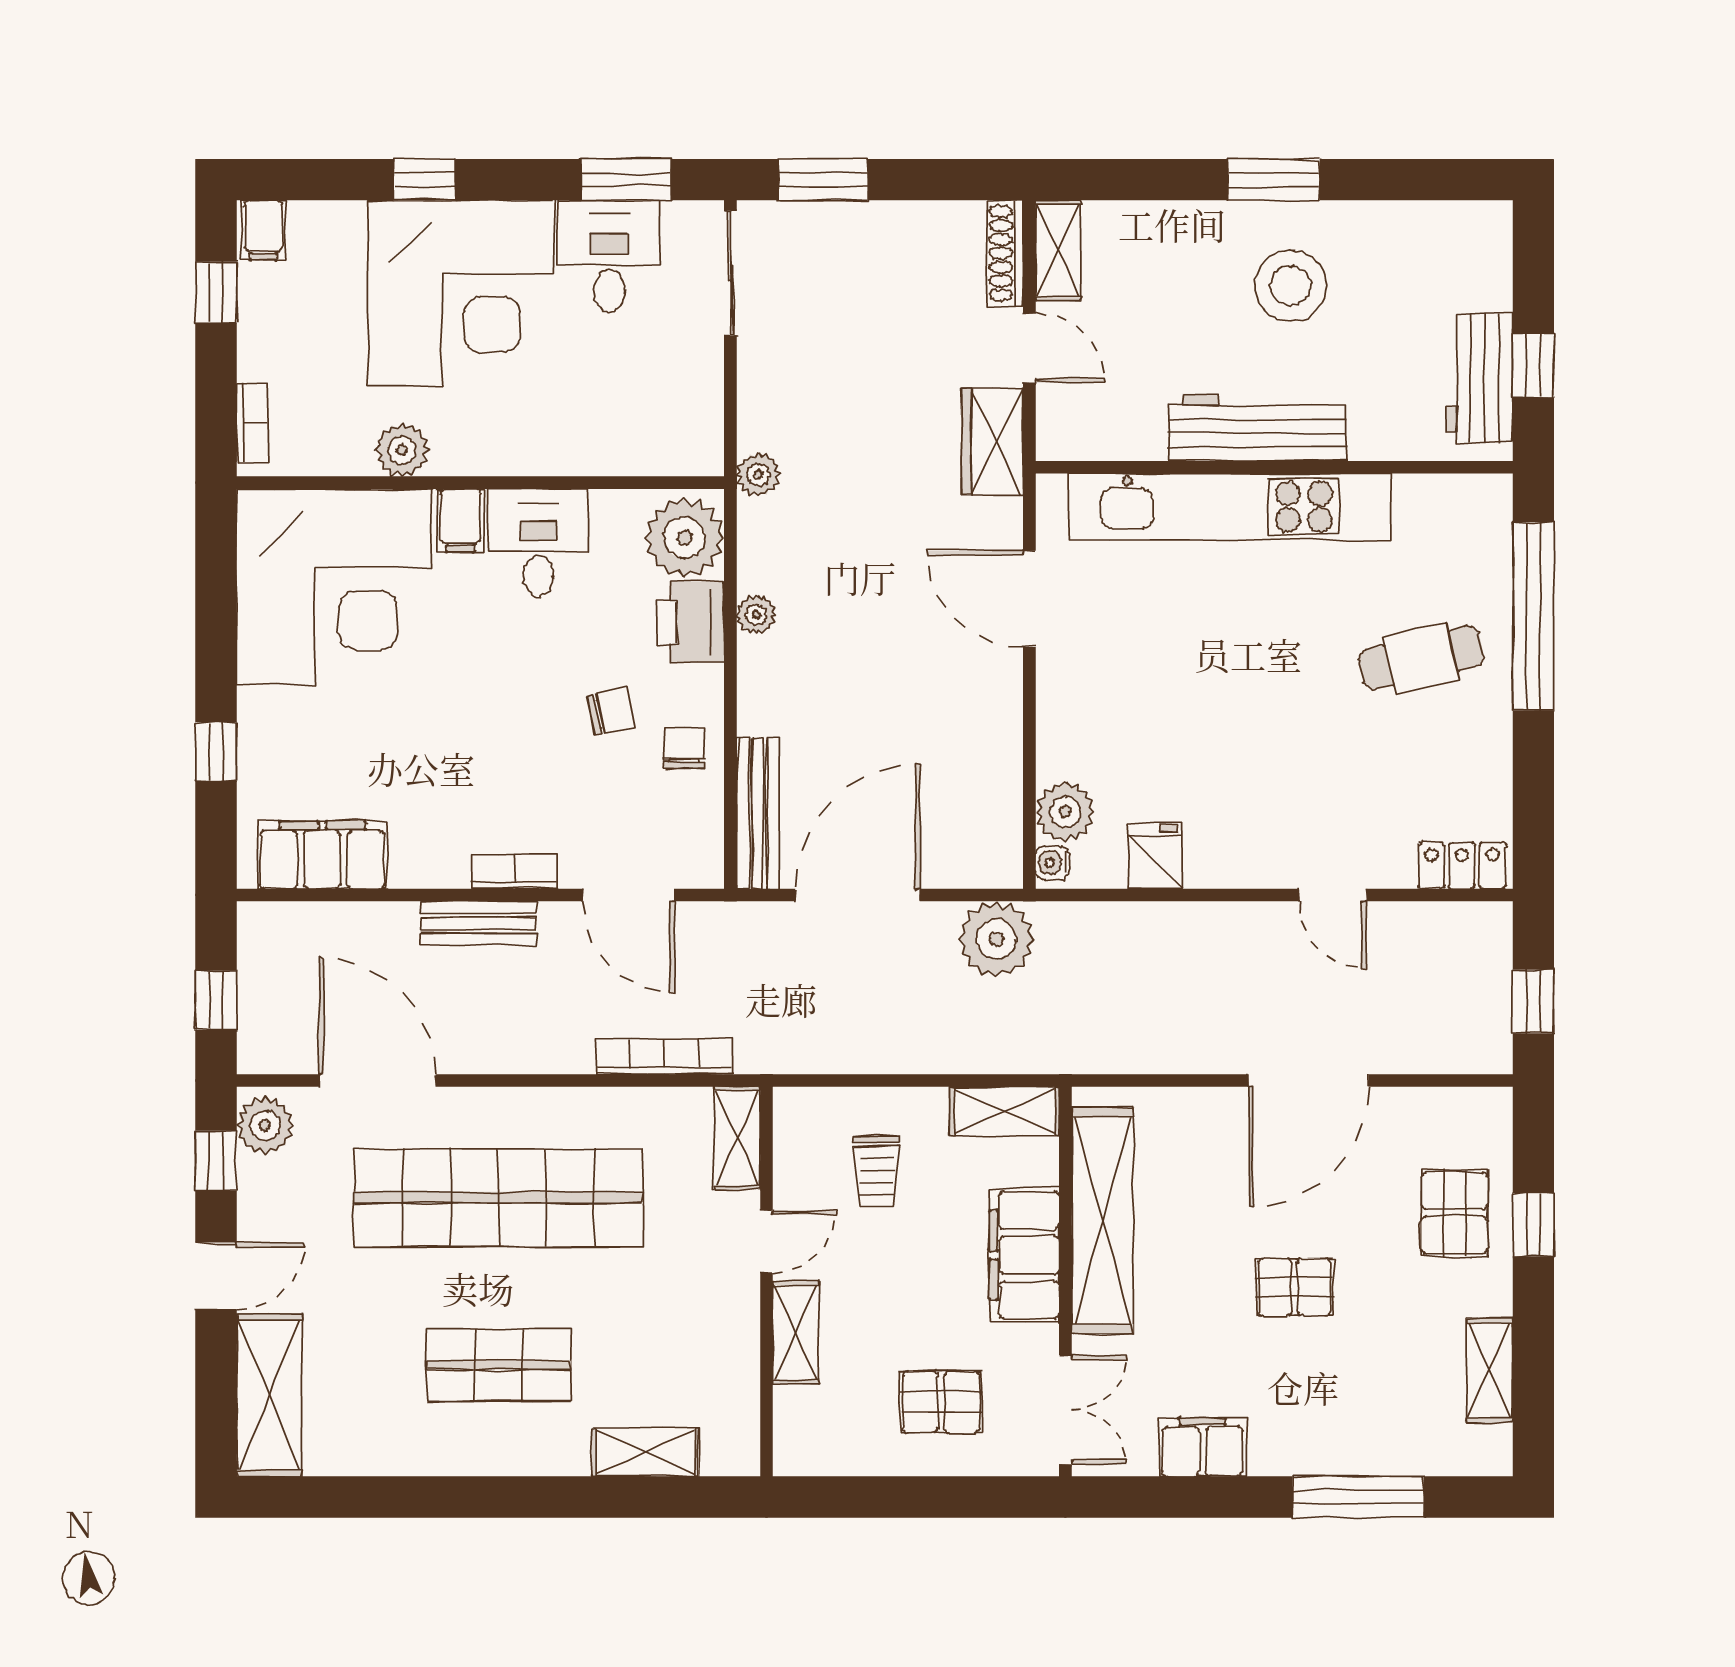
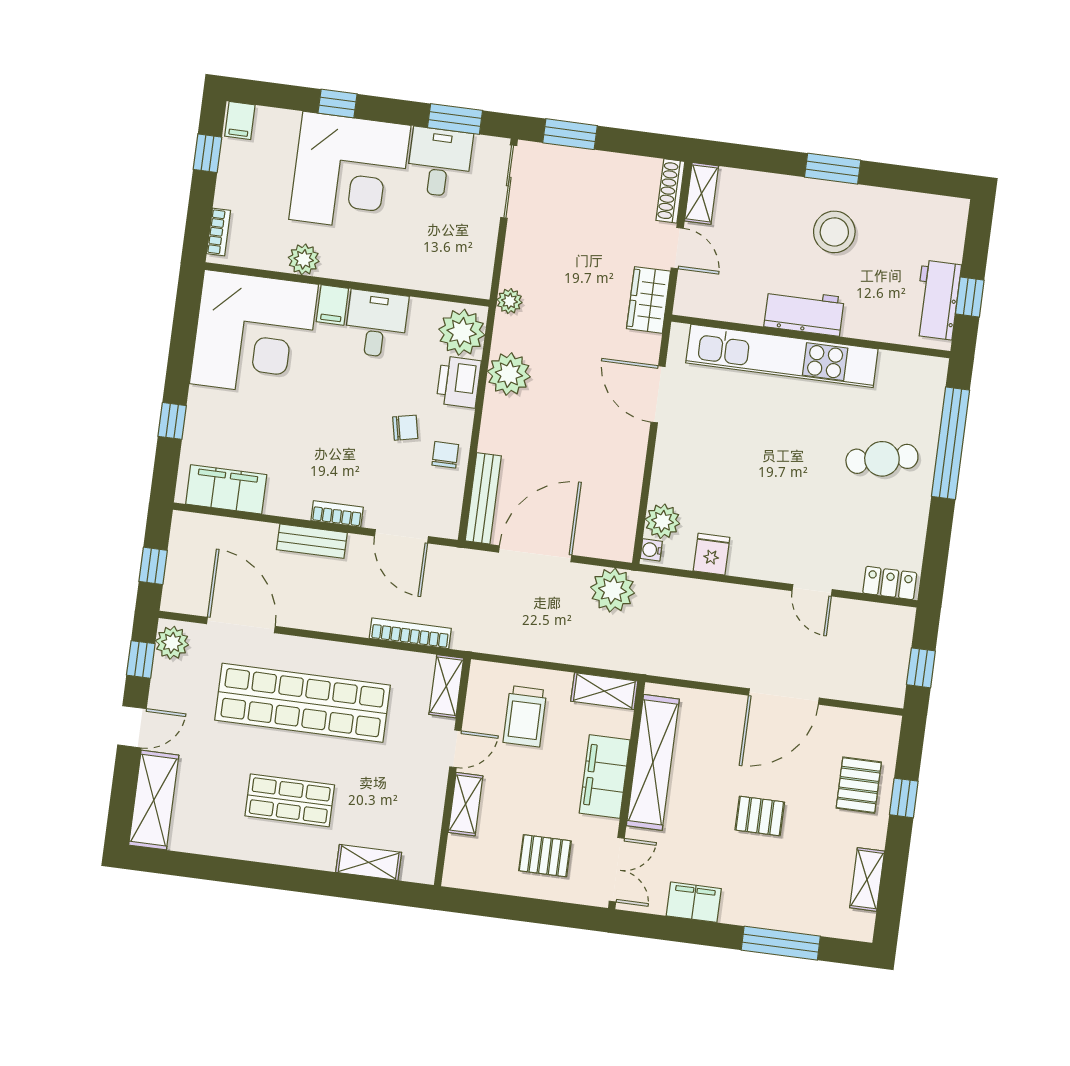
workbench: (1257, 427) -> (804, 312), width x0.73
plant: (756, 615) -> (509, 374), width x1.88, depth x1.88
trolley: (876, 1171) -> (525, 716), width x1.36, depth x1.39

